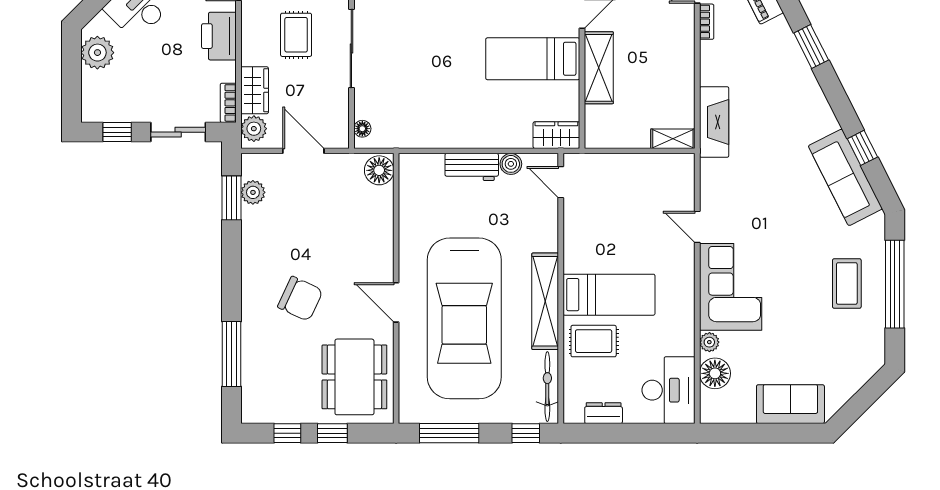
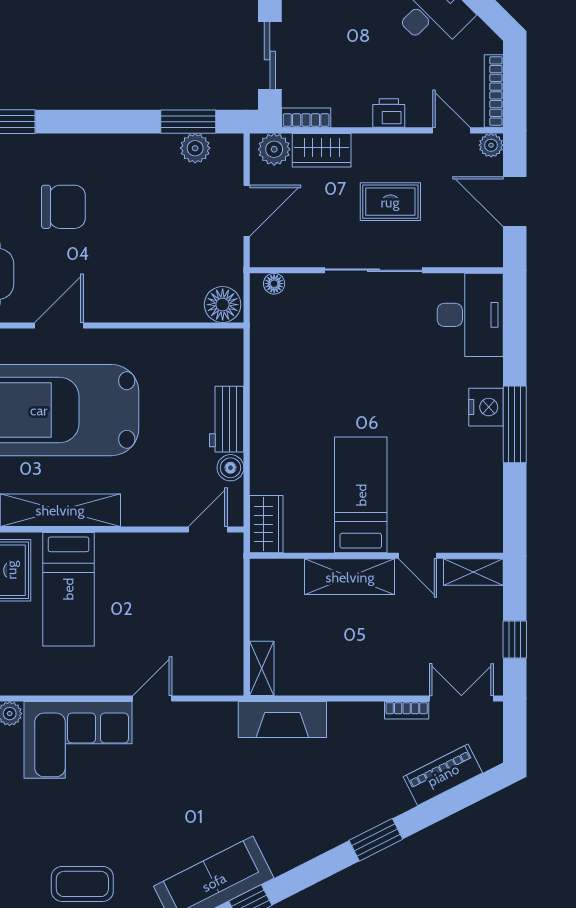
printer: (219, 36) -> (389, 113), width x0.53, depth x0.68
chair: (300, 299) -> (63, 207), turned -115

